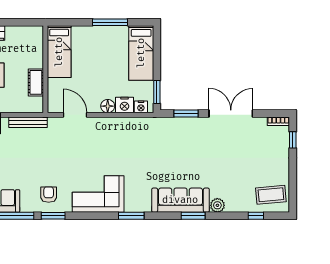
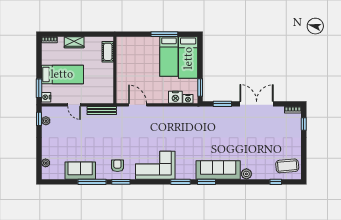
bed: (59, 52) -> (169, 57), moved
cot: (36, 82) -> (108, 52), moved
floor lamp: (108, 106) -> (163, 98), removed
window: (193, 216) -> (206, 182), moved

